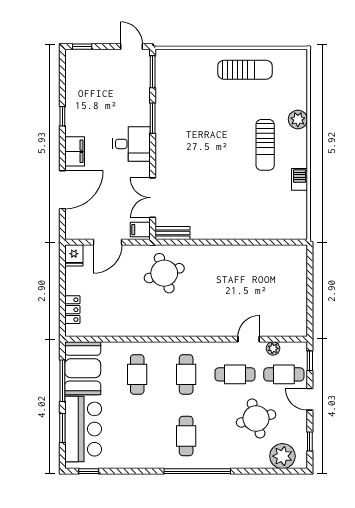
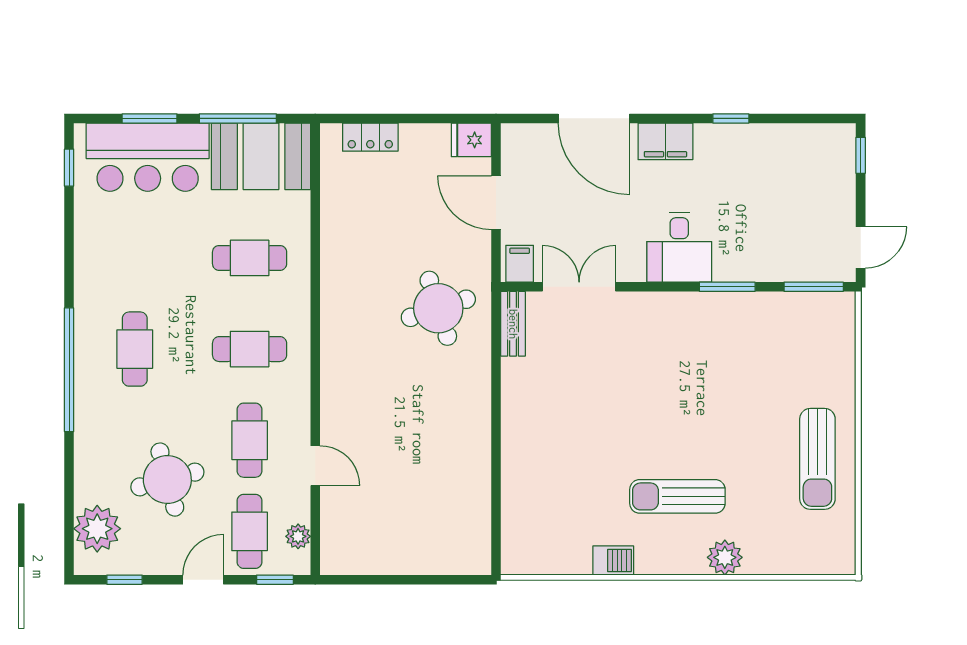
plant: (273, 348) -> (298, 536), moved
cafe table: (186, 436) -> (135, 349), turned 90

